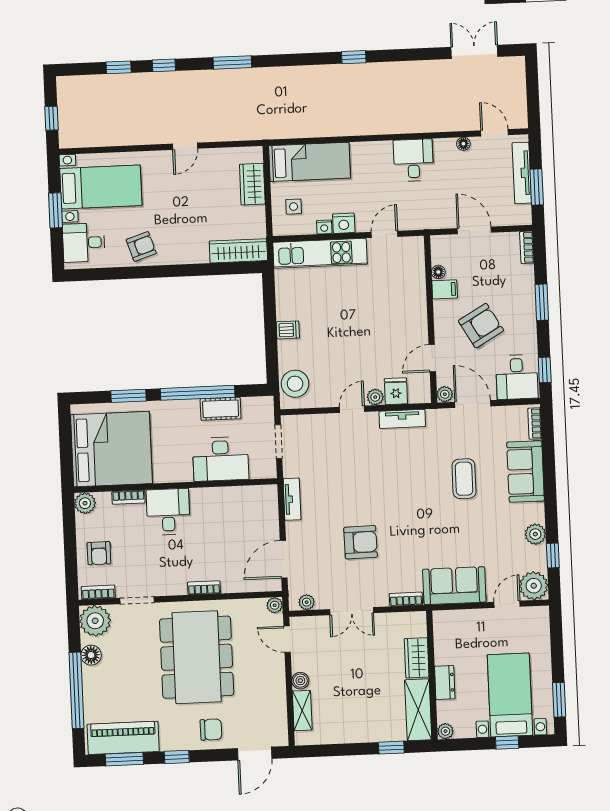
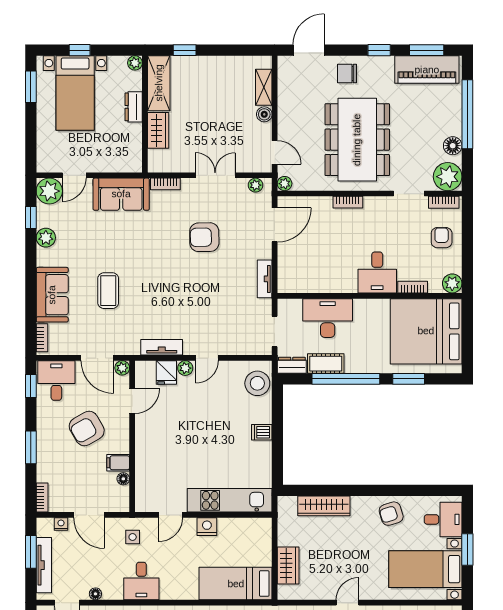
side table: (294, 207) -> (133, 537), moved
nightstand: (324, 227) -> (61, 524), moved
wardrobe: (238, 251) -> (324, 506), moved
dresser: (258, 405) -> (292, 365), added

